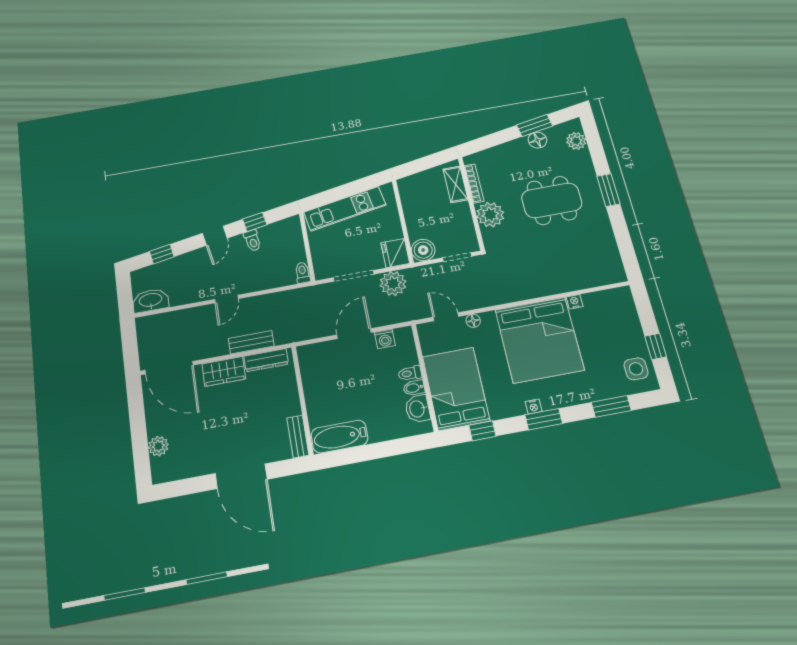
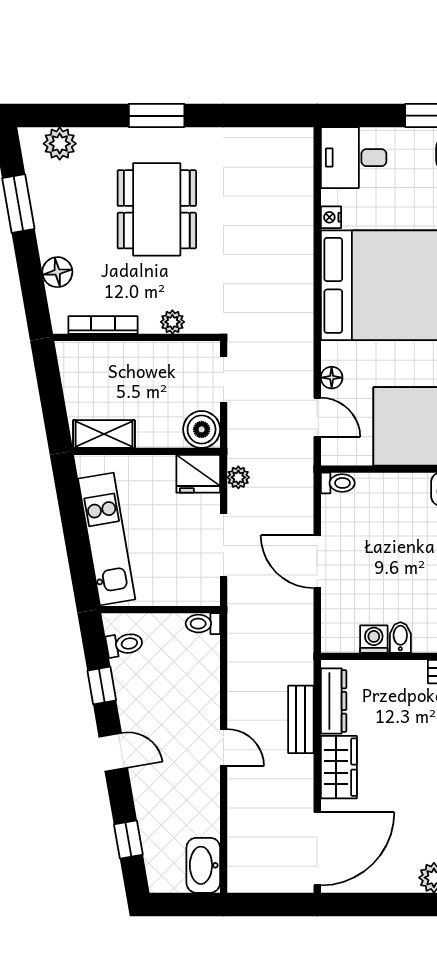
floor lamp: (537, 140) -> (57, 272), moved
shelving: (456, 184) -> (104, 434), moved
plant: (490, 215) -> (172, 322), width x0.53, depth x0.53
toilet: (252, 240) -> (124, 644), moved
plant: (393, 284) -> (238, 477), width x0.53, depth x0.53
desk: (616, 308) -> (354, 158), added
door: (446, 317) -> (317, 417), swing flipped
washing machine: (385, 339) -> (374, 639), moved, turned -90
toilet: (410, 373) -> (338, 483), moved, turned -90
bidet: (414, 388) -> (400, 637), moved, turned 180

